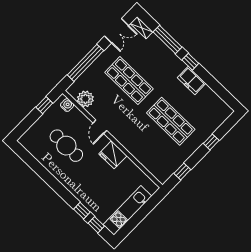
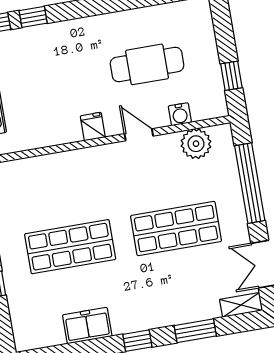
window: (168, 39) -> (195, 331), width x0.69
freezer: (192, 80) -> (87, 326), moved
water cooler: (67, 105) -> (180, 114), moved
fridge: (113, 155) -> (93, 127), width x0.53, depth x0.75

